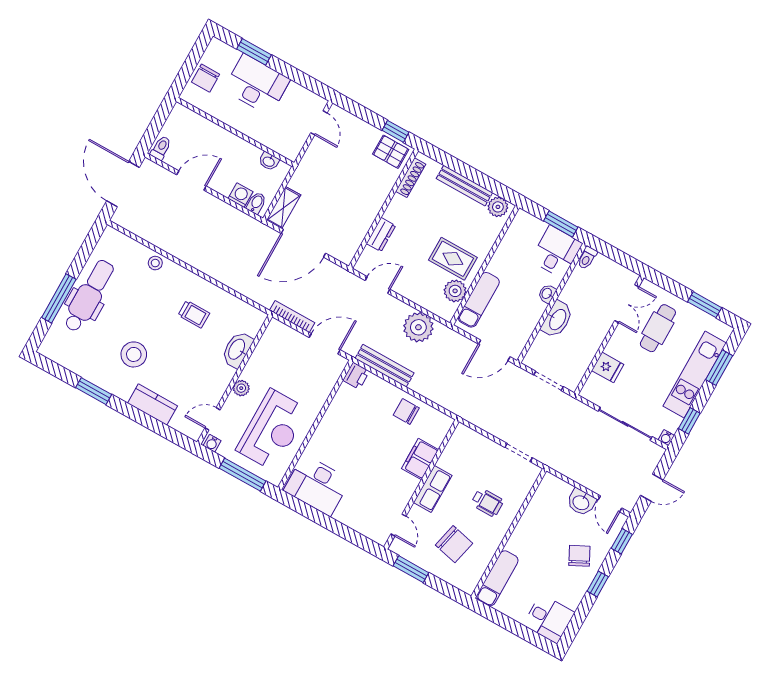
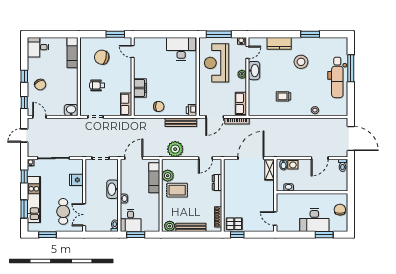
row of seats: (270, 342) -> (241, 103), added
washbasin: (237, 350) -> (254, 71), moved
row of seats: (433, 489) -> (126, 104), moved
washbasin: (581, 502) -> (71, 110), moved

